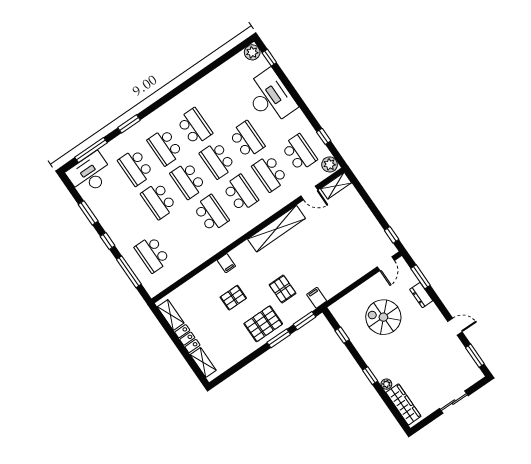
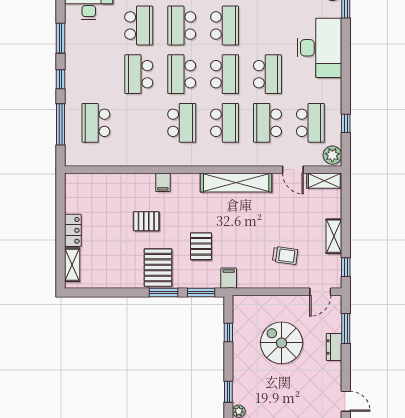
school desk: (217, 160) -> (225, 74), turned 180
school desk: (136, 167) -> (139, 26), turned 180
trolley: (345, 256) -> (285, 255), added
shelving: (171, 315) -> (334, 236), moved
pallet: (263, 324) -> (158, 268), turned 90

